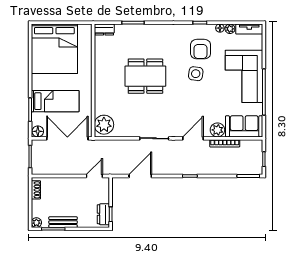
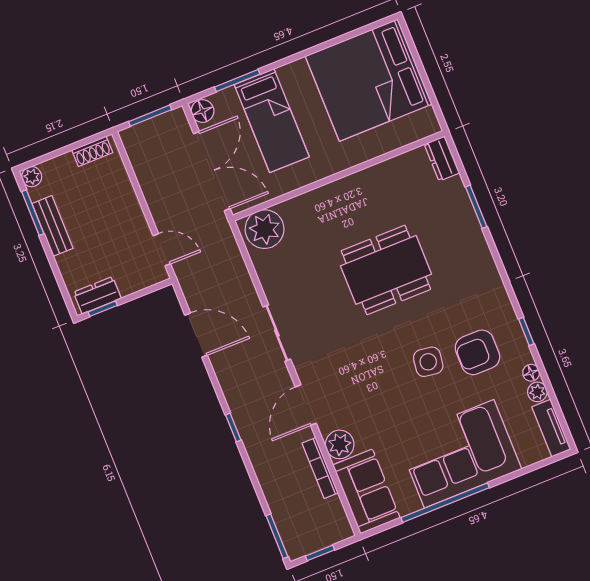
dining table: (145, 76) -> (386, 270), turned 90
door: (193, 138) -> (306, 405), swing flipped

